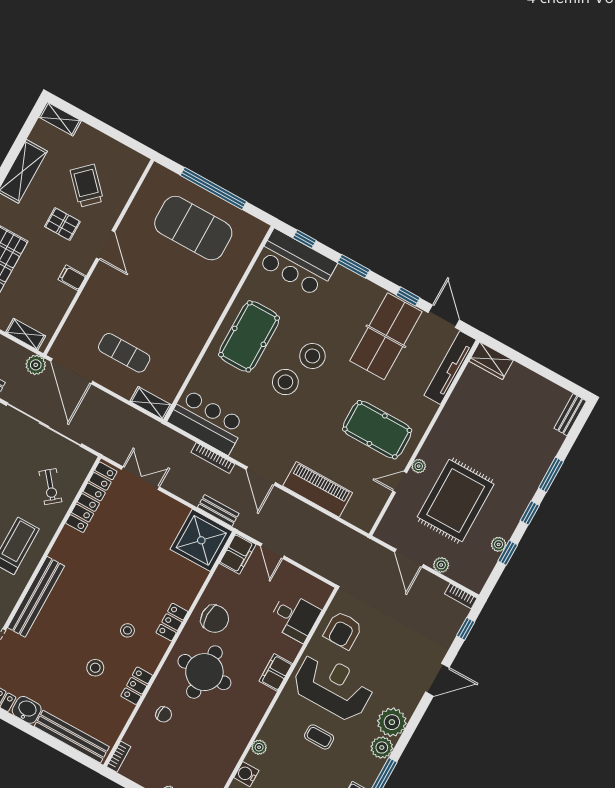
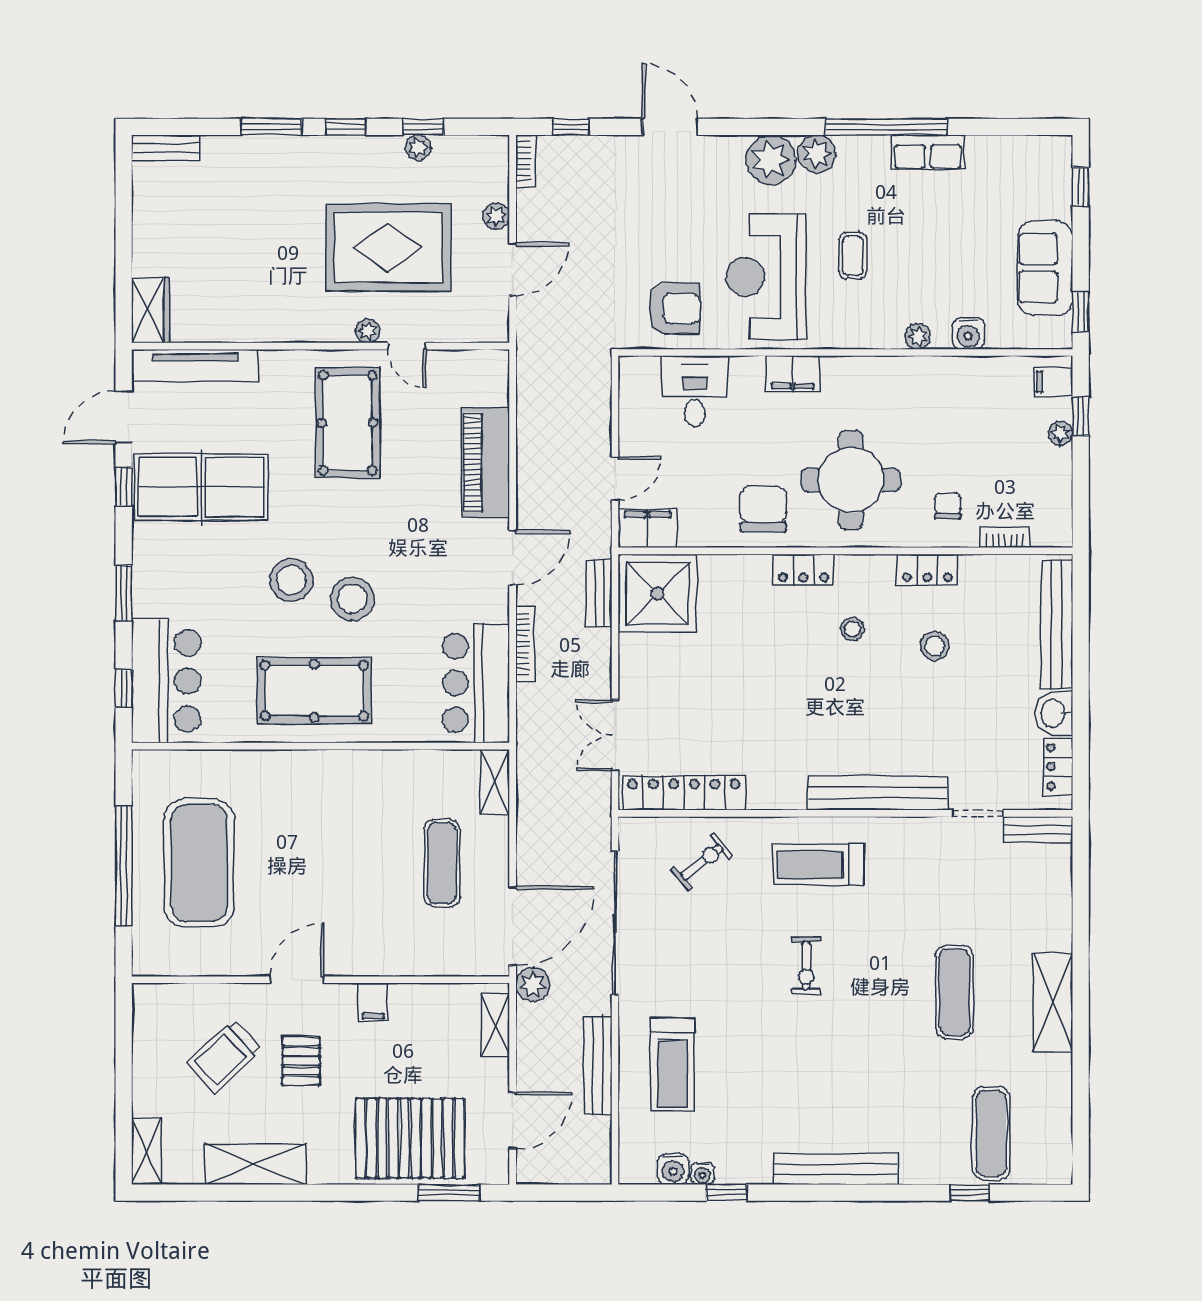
bookcase: (119, 757) -> (1005, 538), moved

